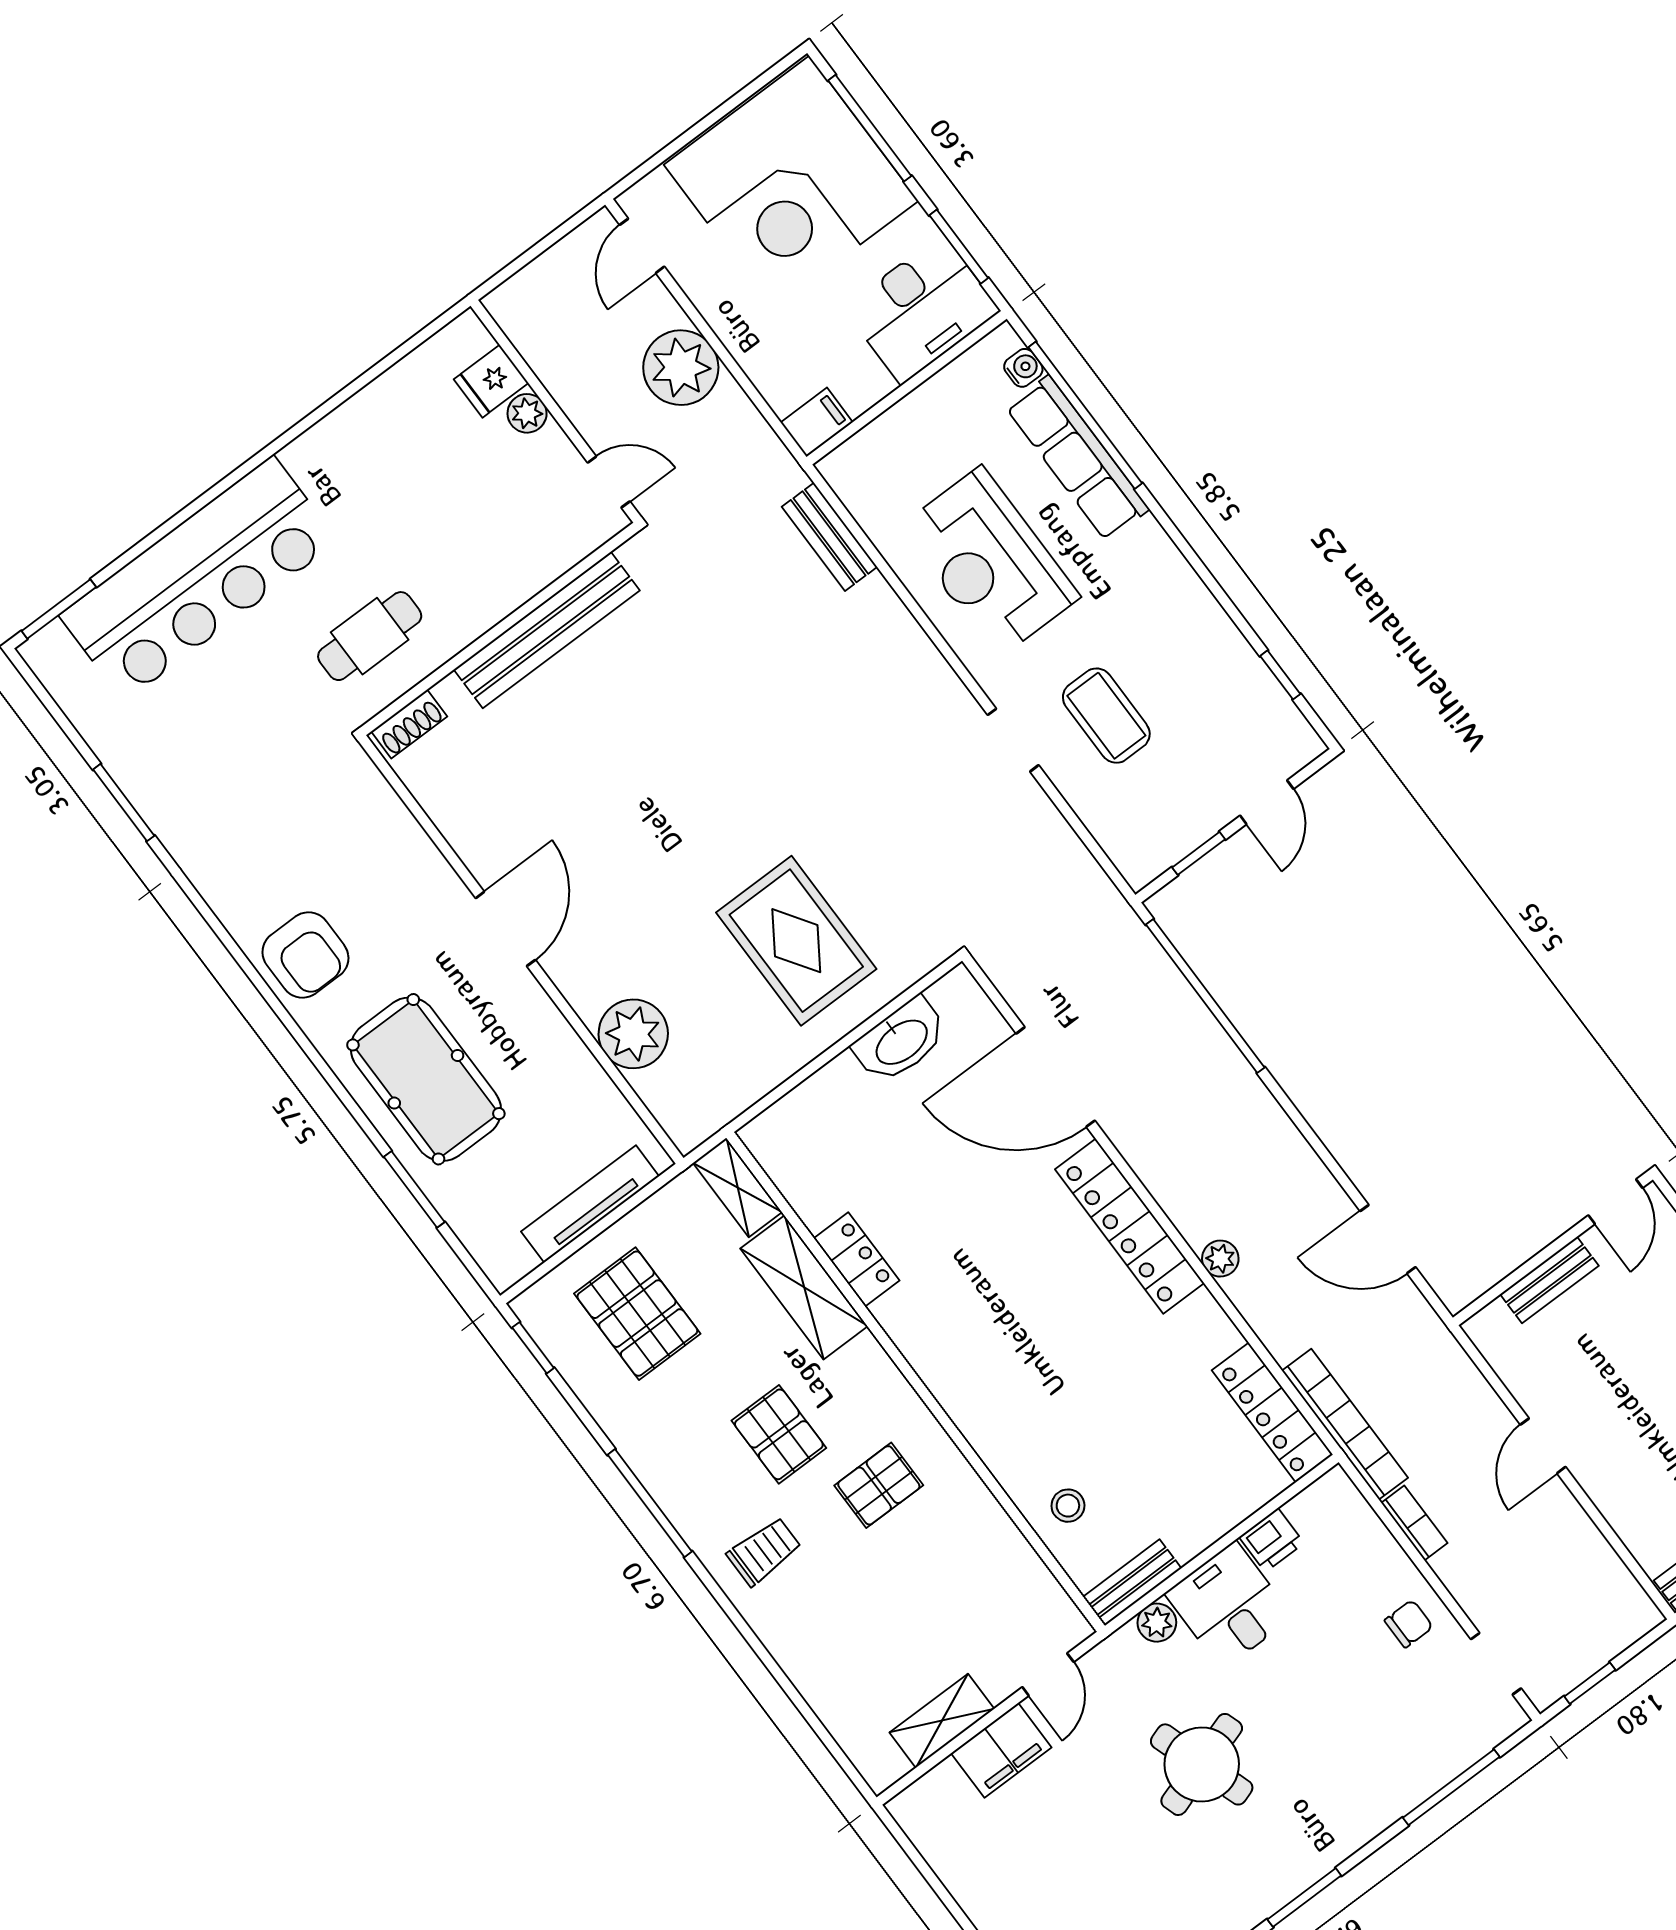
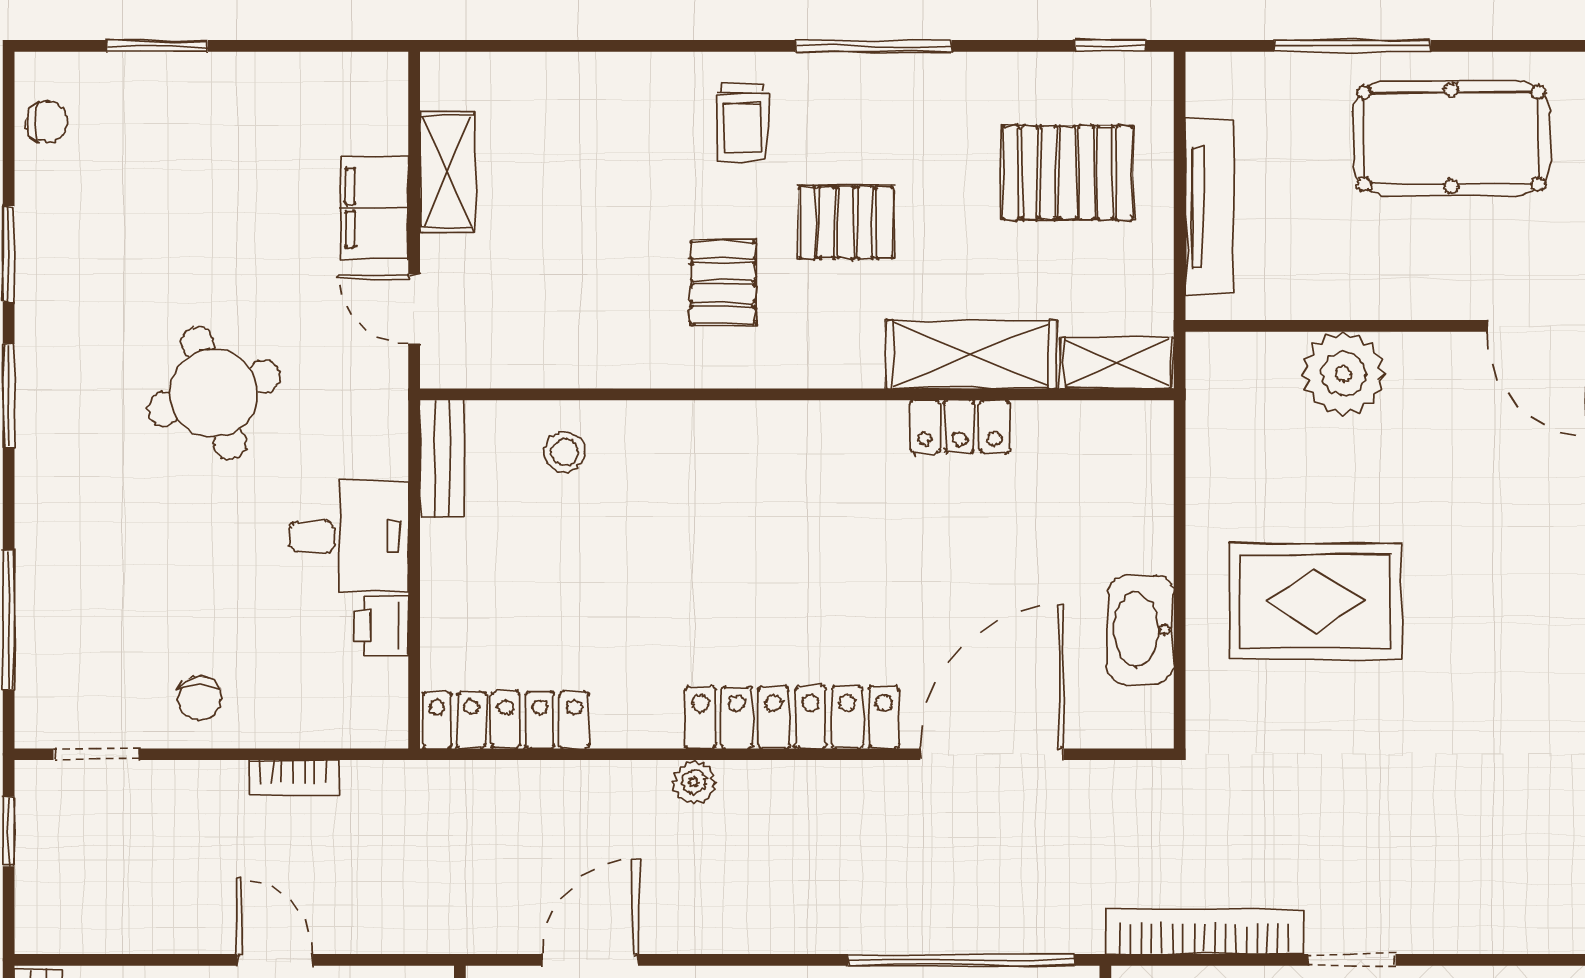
window: (414, 1189) -> (1352, 46), width x1.44
bookcase: (1345, 1424) -> (1204, 932), moved, turned 180
plant: (1157, 1623) -> (385, 453), removed

